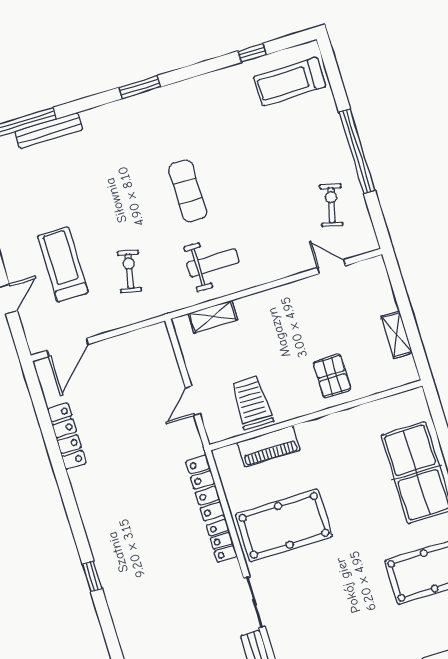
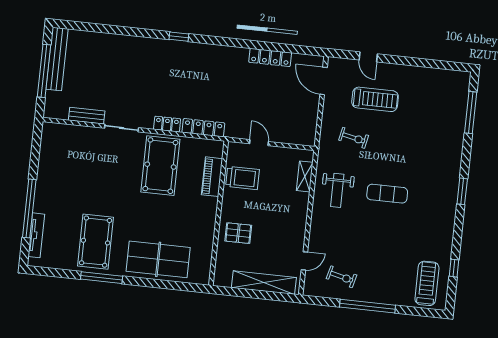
bench: (49, 131) -> (459, 125), removed
shelving: (397, 335) -> (264, 283), width x2.20, depth x1.33

